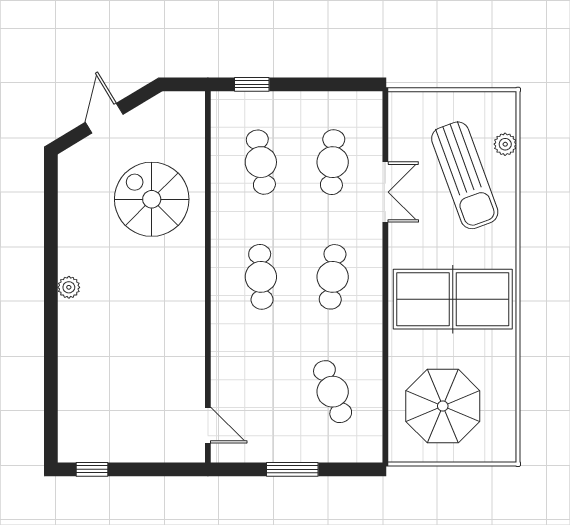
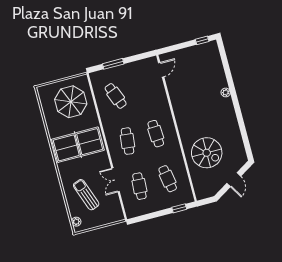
plant: (505, 144) -> (76, 222), moved
sun lounger: (465, 175) -> (86, 195), width x0.73, depth x0.75
plant: (69, 287) -> (226, 92), moved
door: (208, 425) -> (161, 70), swing flipped
window: (292, 469) -> (113, 64), moved

